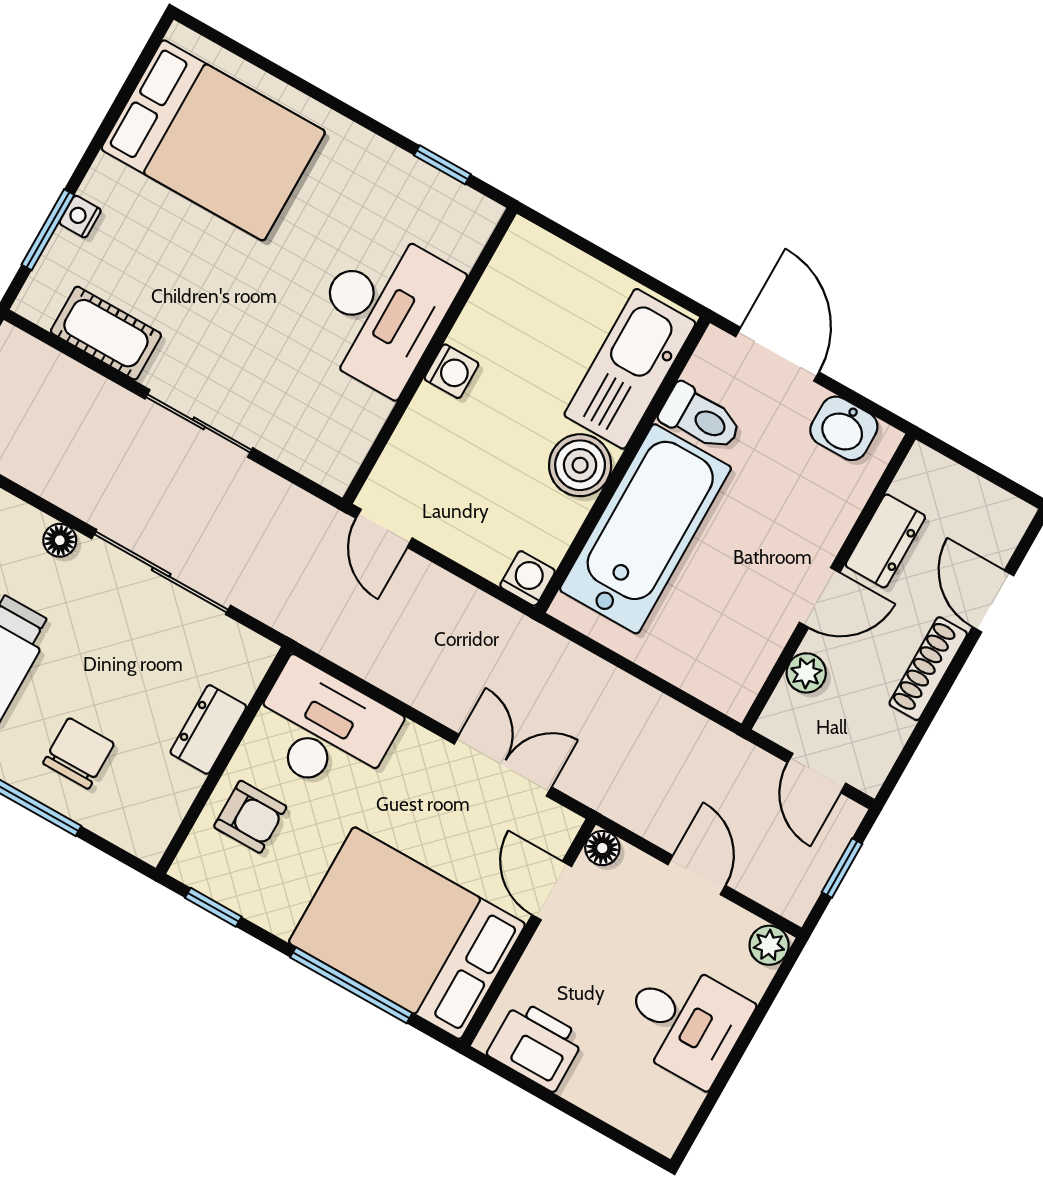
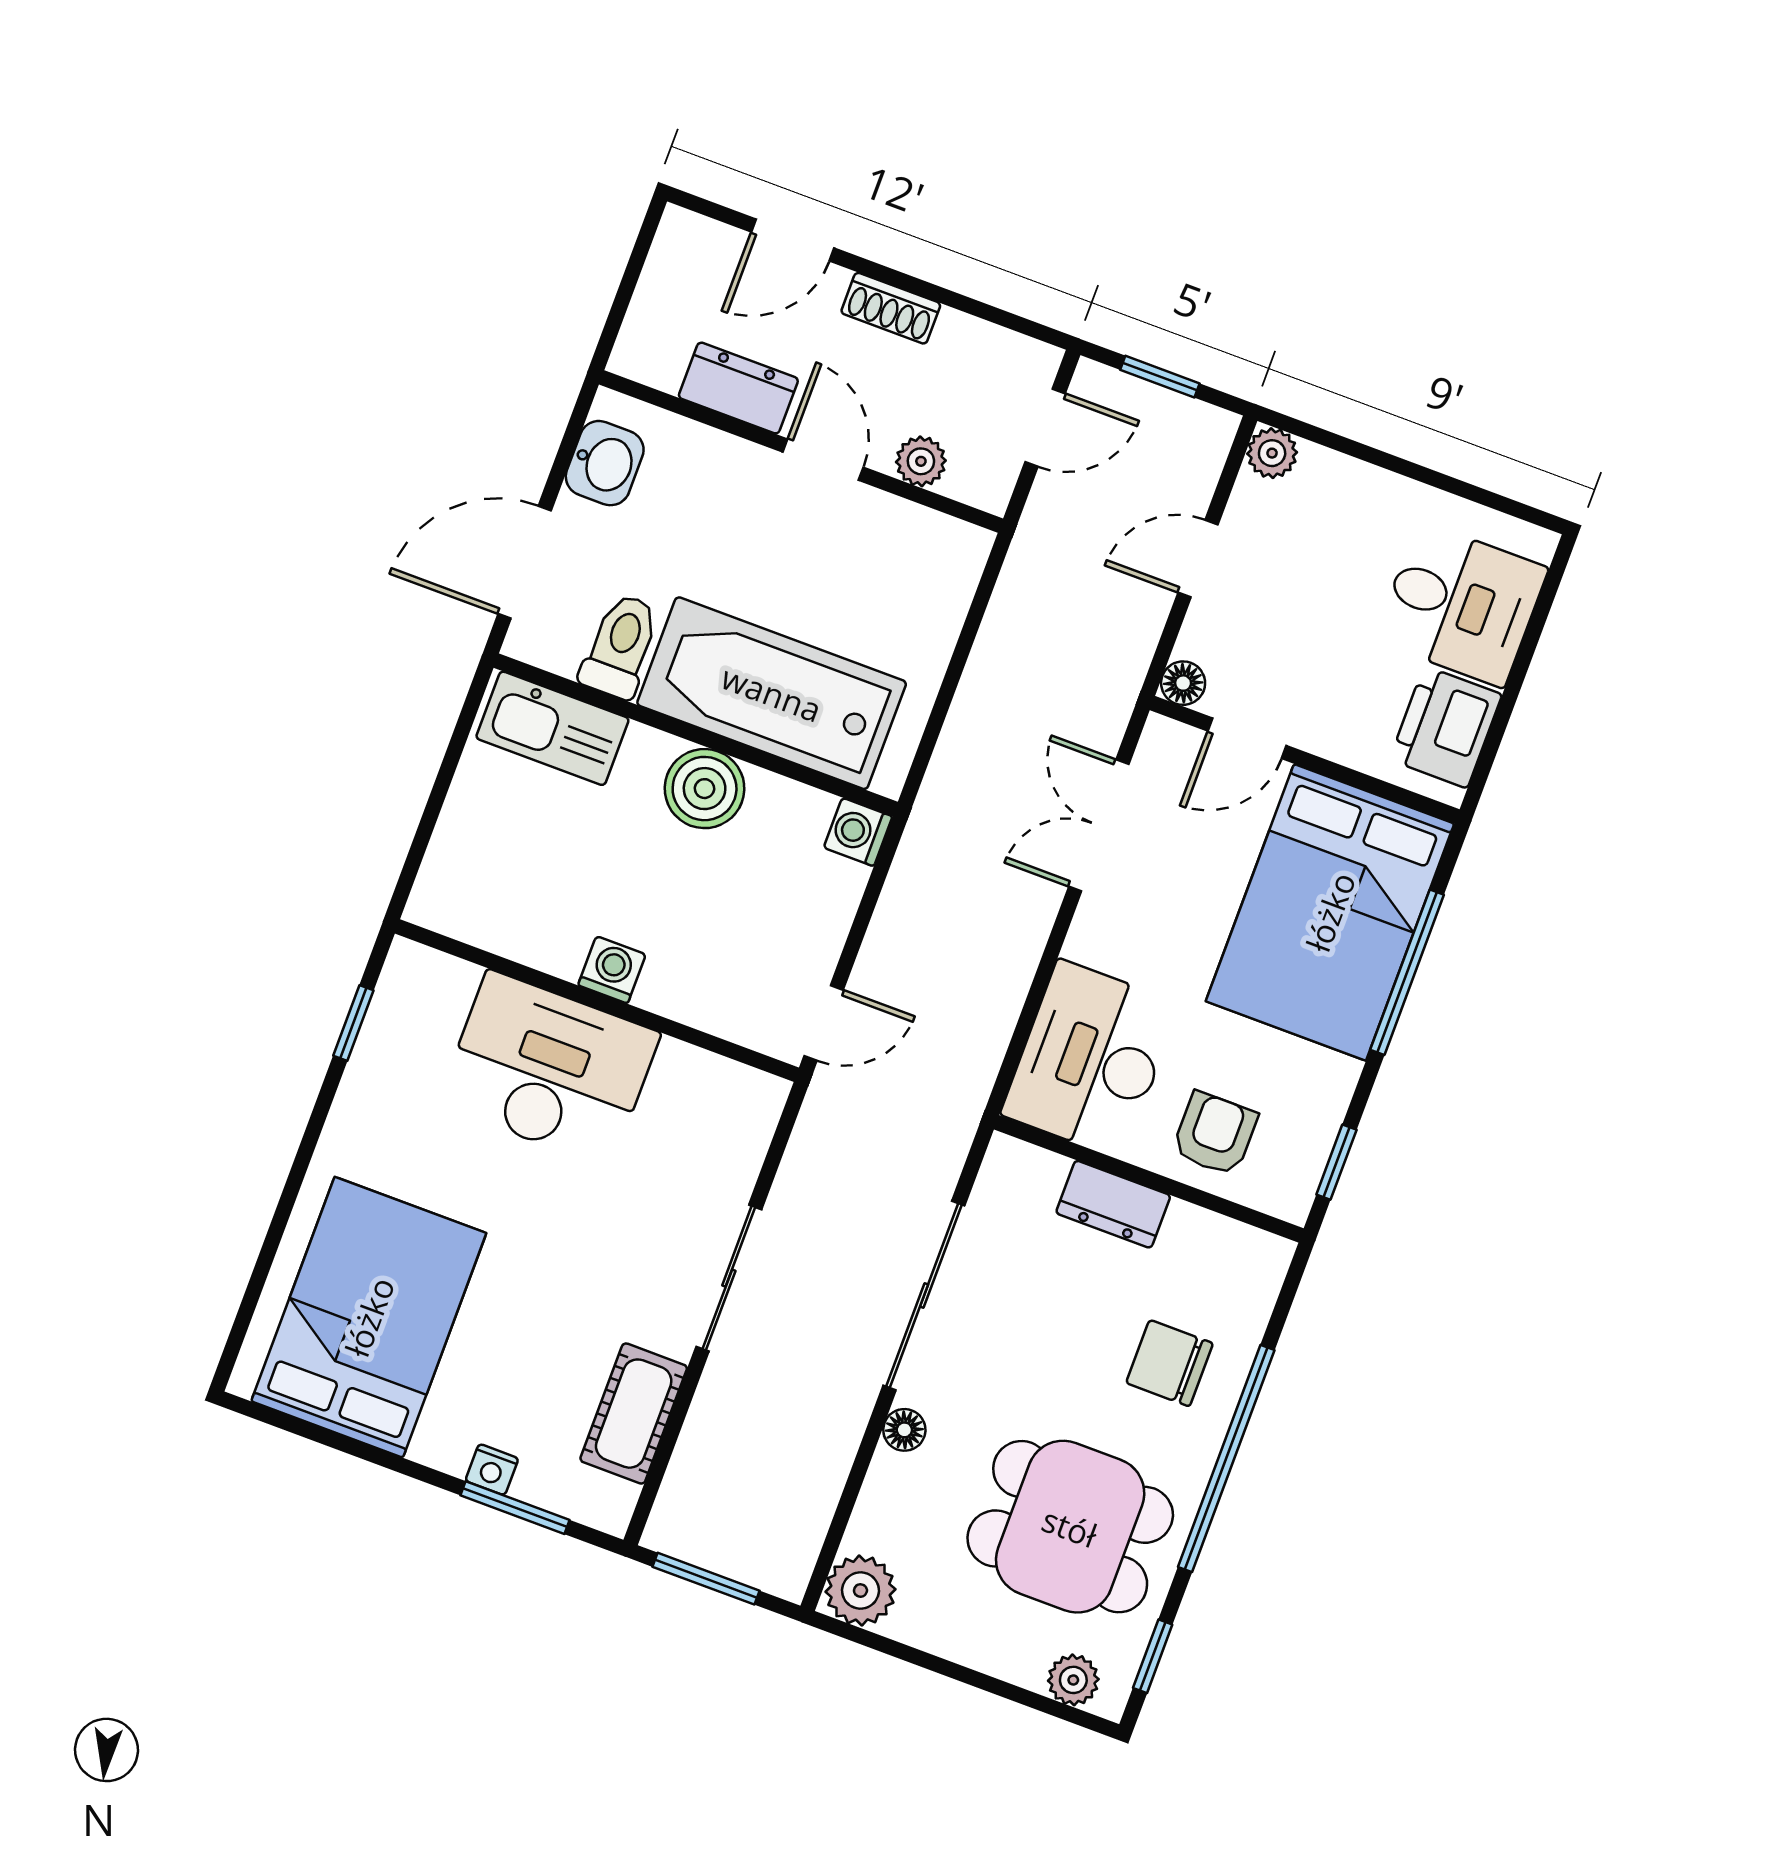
kitchen sink: (630, 369) -> (552, 728), width x0.73, depth x0.81
shoe rack: (928, 669) -> (891, 308), width x0.70
desk: (685, 1022) -> (1461, 604), moved, turned 90

